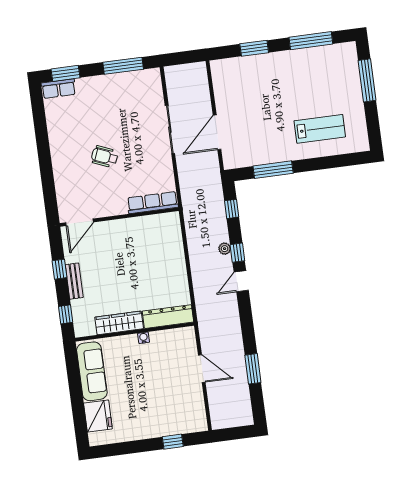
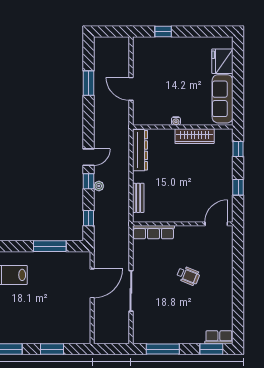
bench: (74, 281) -> (138, 198), moved
dresser: (168, 317) -> (140, 150), moved, turned -90

